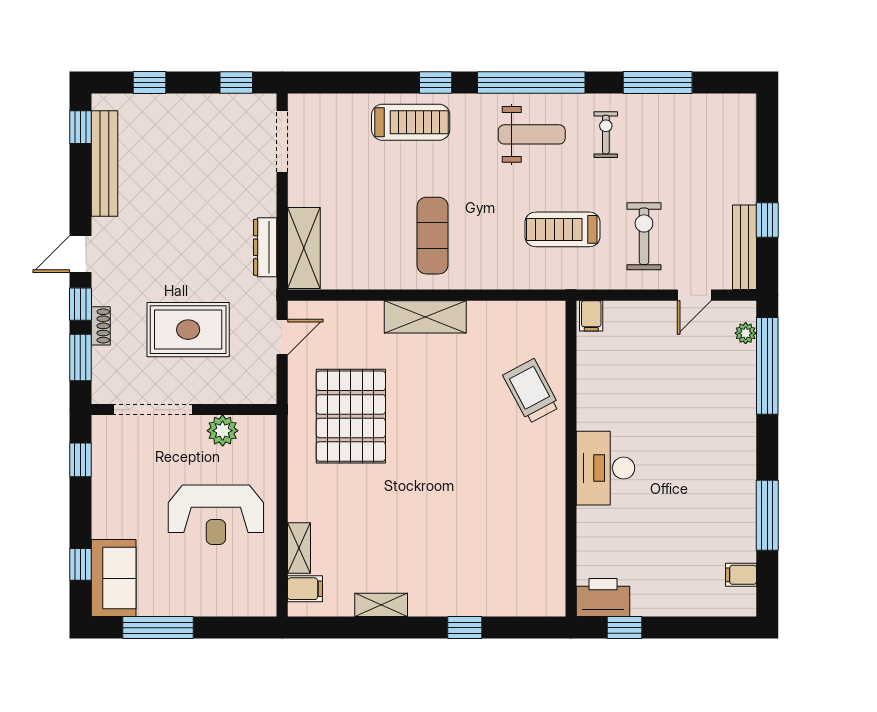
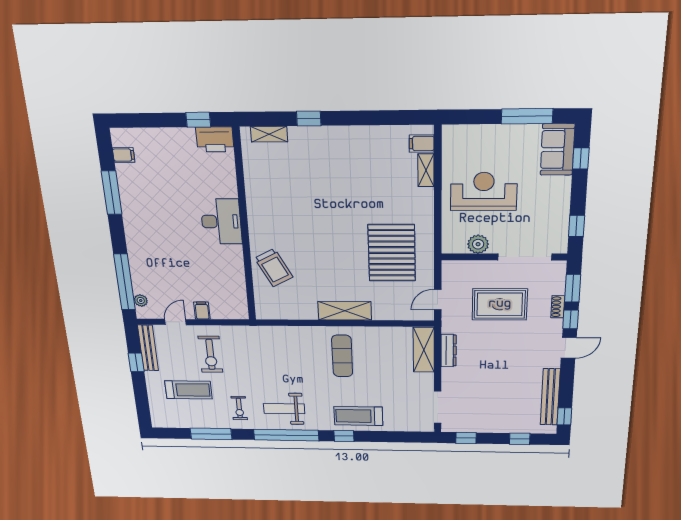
treadmill: (563, 229) -> (188, 390), moved
filing cabinet: (591, 316) -> (202, 311), moved
shelving: (381, 605) -> (269, 134), moved

